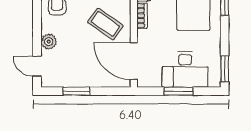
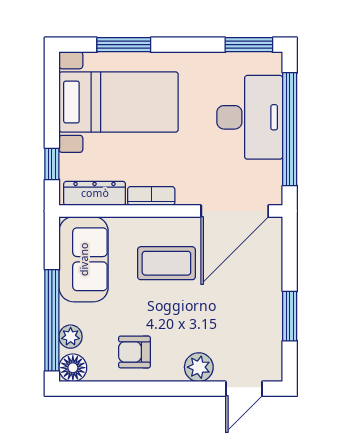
coffee table: (105, 24) -> (166, 263), turned 55
window: (179, 91) -> (290, 129), width x2.11

